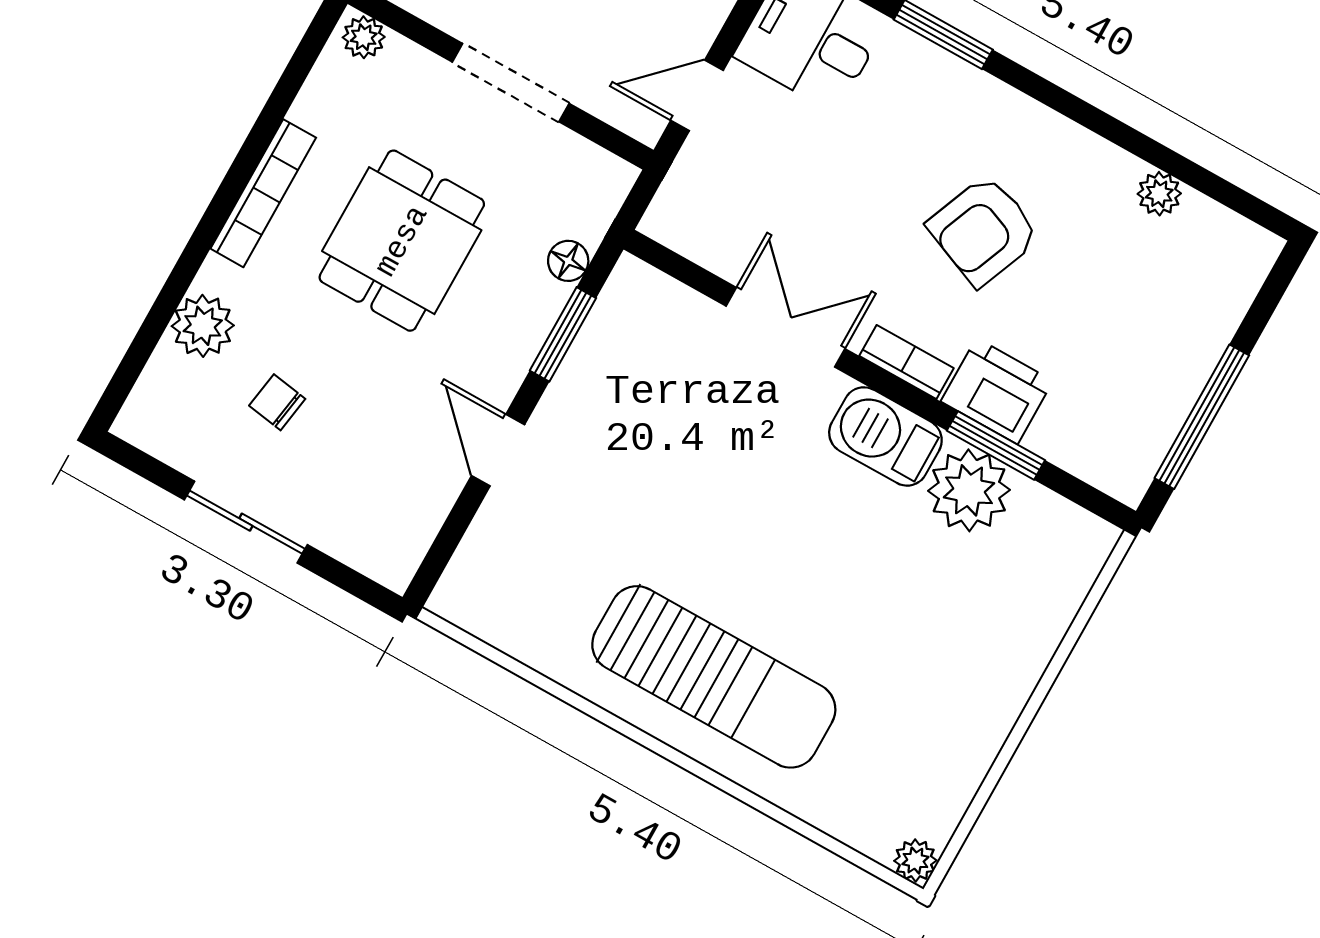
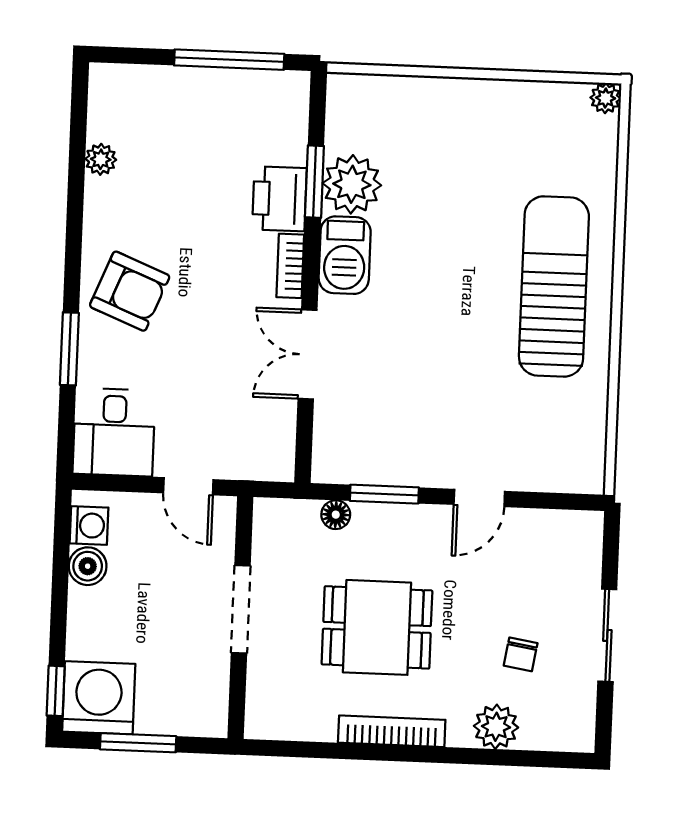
plant: (364, 37) -> (260, 718), removed
armchair: (984, 231) -> (130, 291), moved

